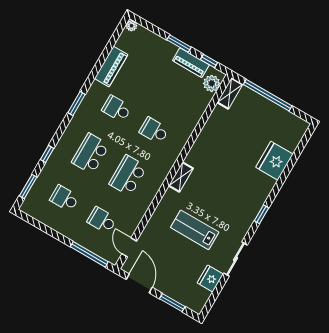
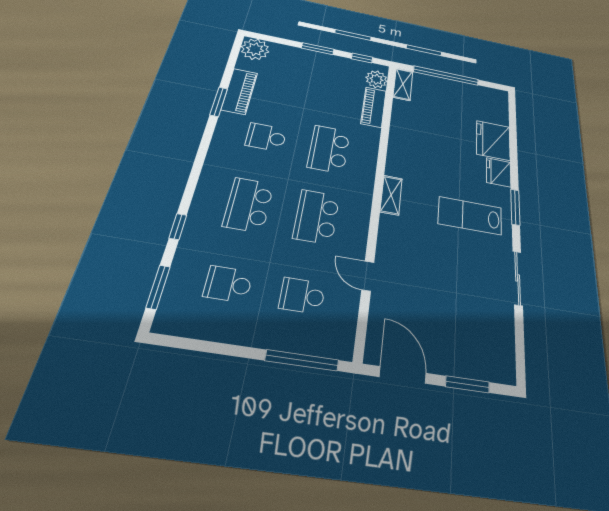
plant: (132, 26) -> (255, 49), width x1.87, depth x1.87
piano: (191, 63) -> (374, 107), moved, turned 90
window: (76, 103) -> (219, 102), moved
school desk: (154, 131) -> (329, 149), width x1.85
window: (261, 214) -> (515, 207), width x1.50
lab bench: (195, 230) -> (470, 216), moved
door: (129, 247) -> (368, 276), moved
fridge: (210, 278) -> (499, 172), moved

